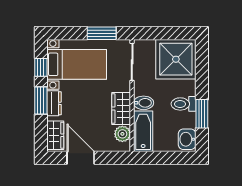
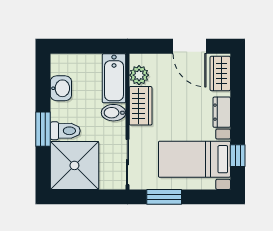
window: (41, 100) -> (238, 116), removed
toilet: (183, 104) -> (65, 131), moved
window: (202, 114) -> (43, 129), moved
washbasin: (187, 139) -> (61, 88), moved

